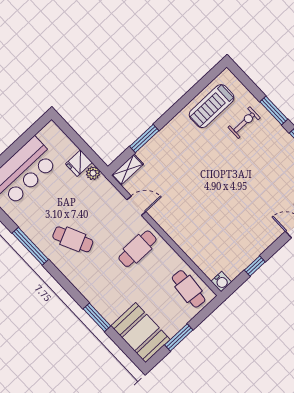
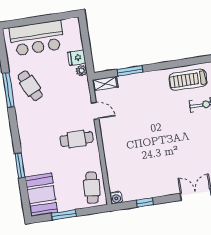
cafe table: (73, 239) -> (30, 86), moved

